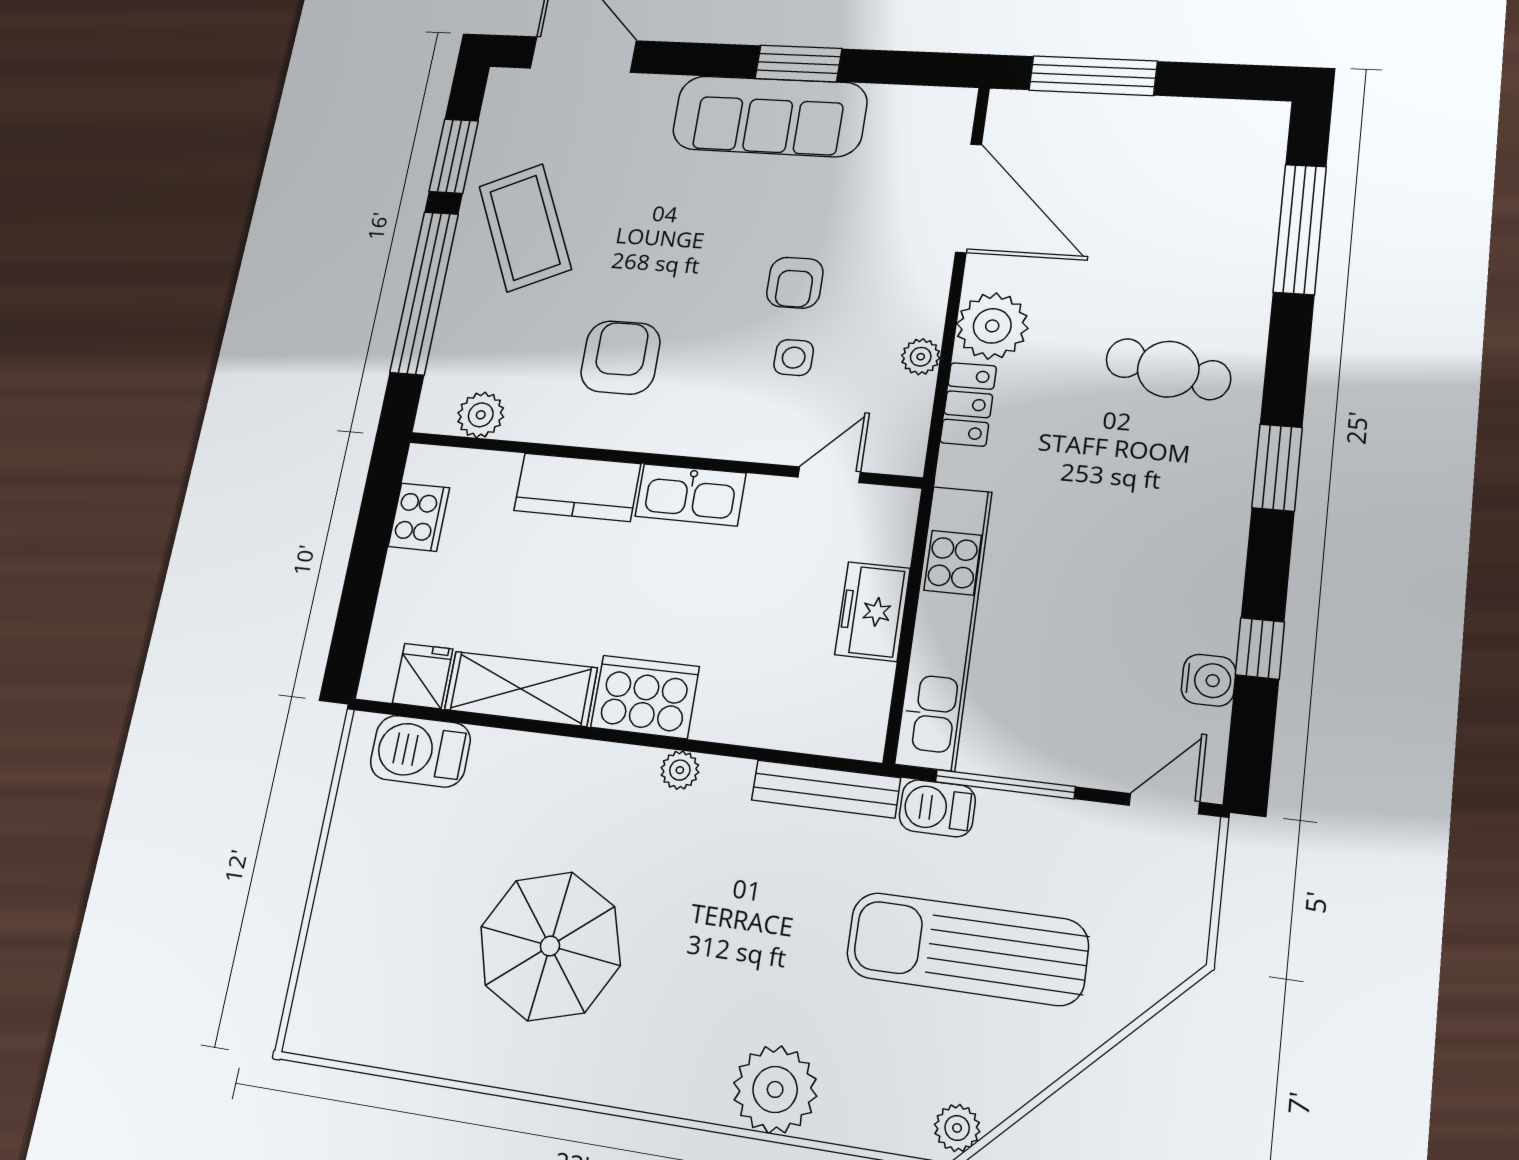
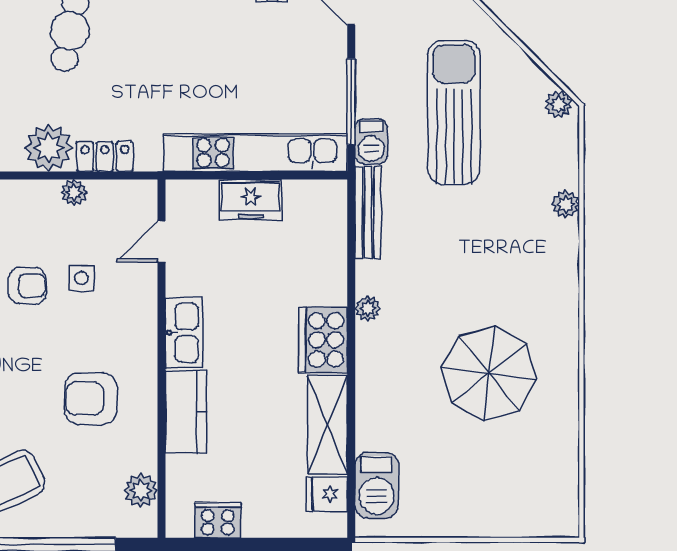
door: (829, 475) -> (162, 242), hinge flipped
sun lounger: (967, 949) -> (454, 112), turned 180
plant: (775, 1089) -> (566, 204), width x0.53, depth x0.53

